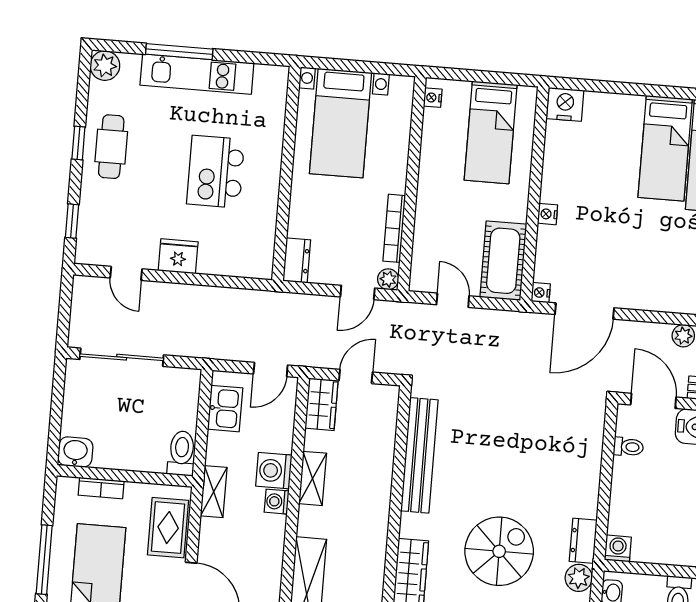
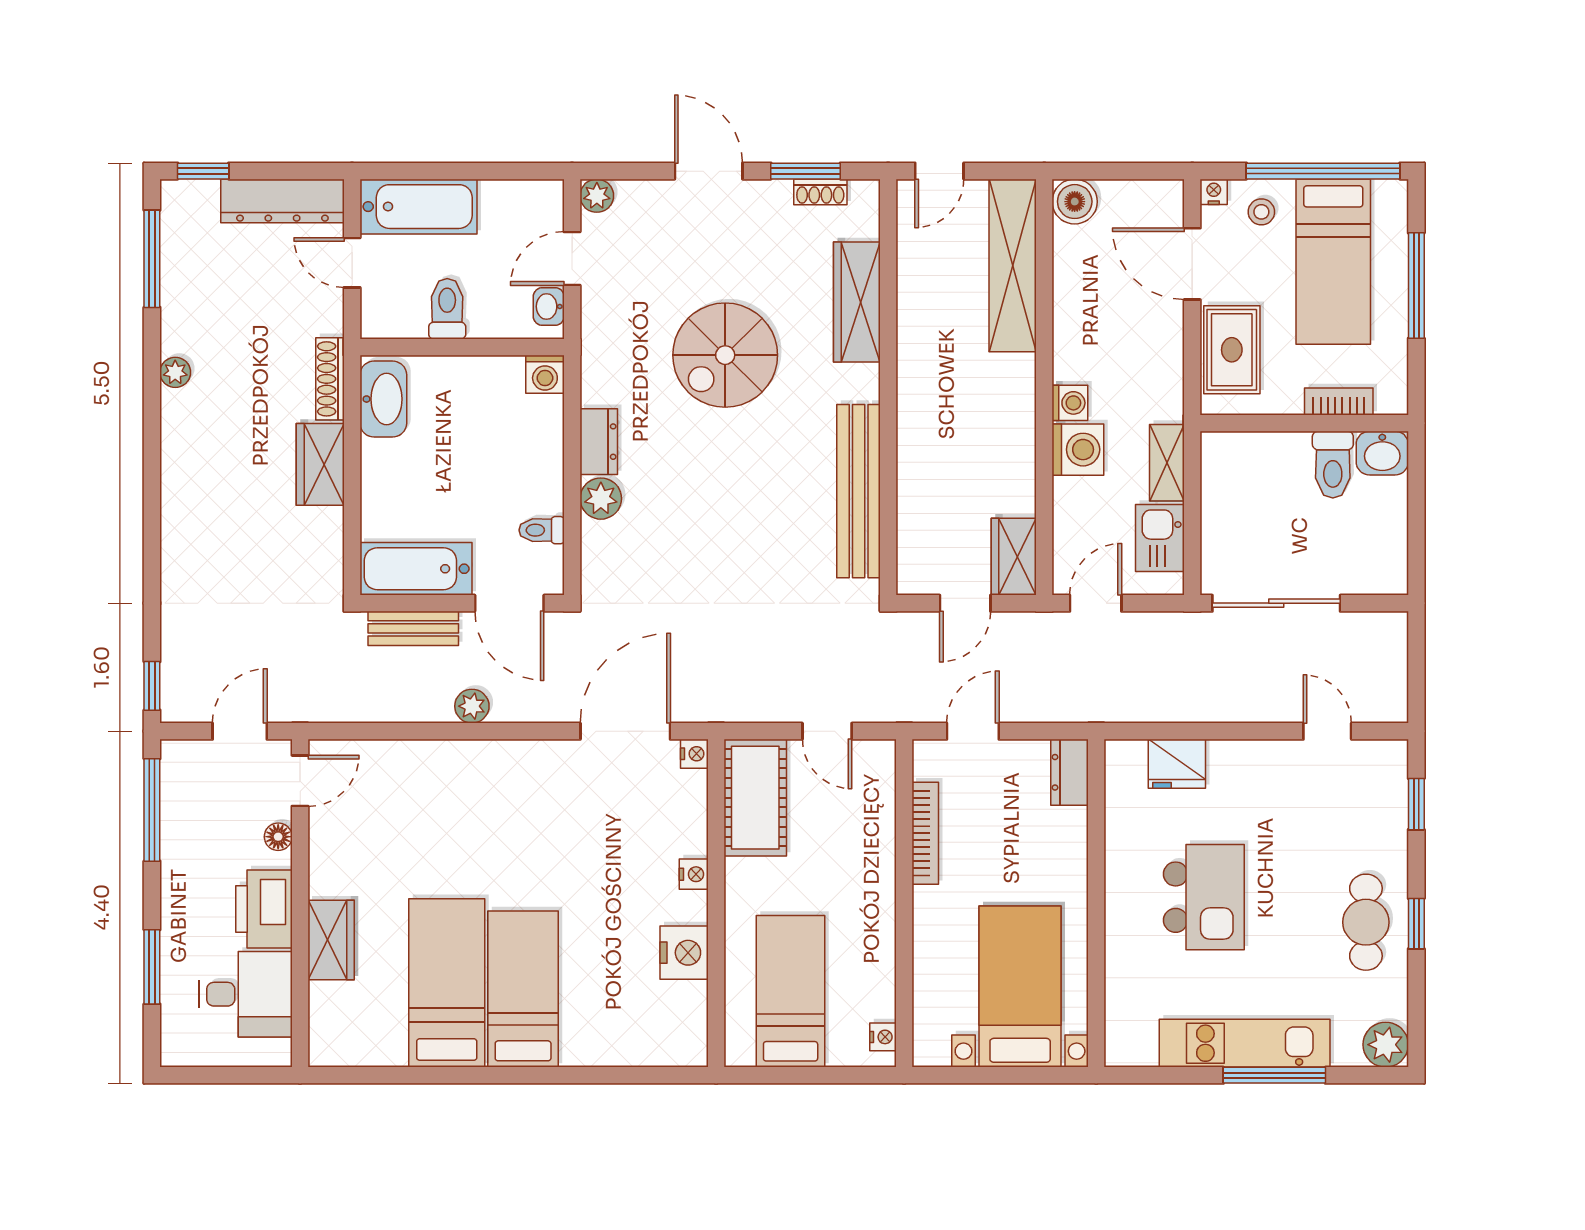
nightstand: (565, 104) -> (684, 953), moved, turned -90
fridge: (178, 256) -> (1177, 764), moved
plant: (388, 279) -> (928, 755), removed
sliding door: (122, 357) -> (1276, 603), moved
toilet: (182, 453) -> (1333, 465), moved
shelving: (313, 478) -> (1018, 443), removed
shelving: (214, 492) -> (1167, 463), moved
dresser: (583, 541) -> (599, 442), moved
plant: (579, 578) -> (601, 499), moved

